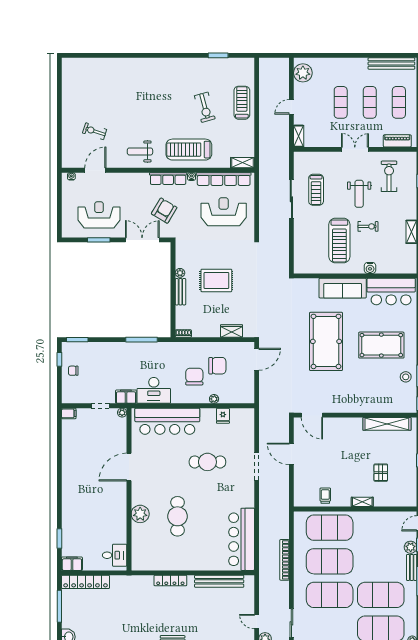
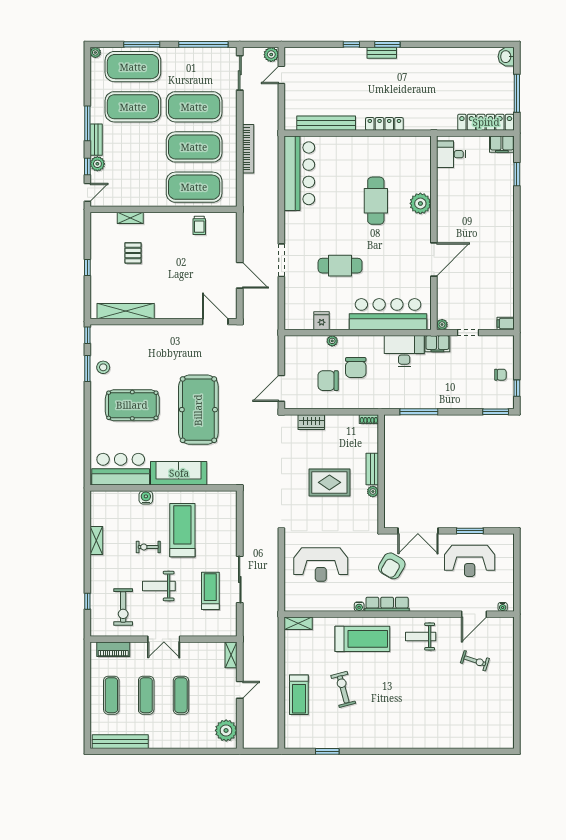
weight bench: (140, 151) -> (421, 637), turned 180
row of seats: (224, 179) -> (321, 604), removed
weight bench: (359, 194) -> (159, 586), turned -90
shelving: (362, 502) -> (130, 218), moved
door: (257, 622) -> (281, 75), swing flipped

